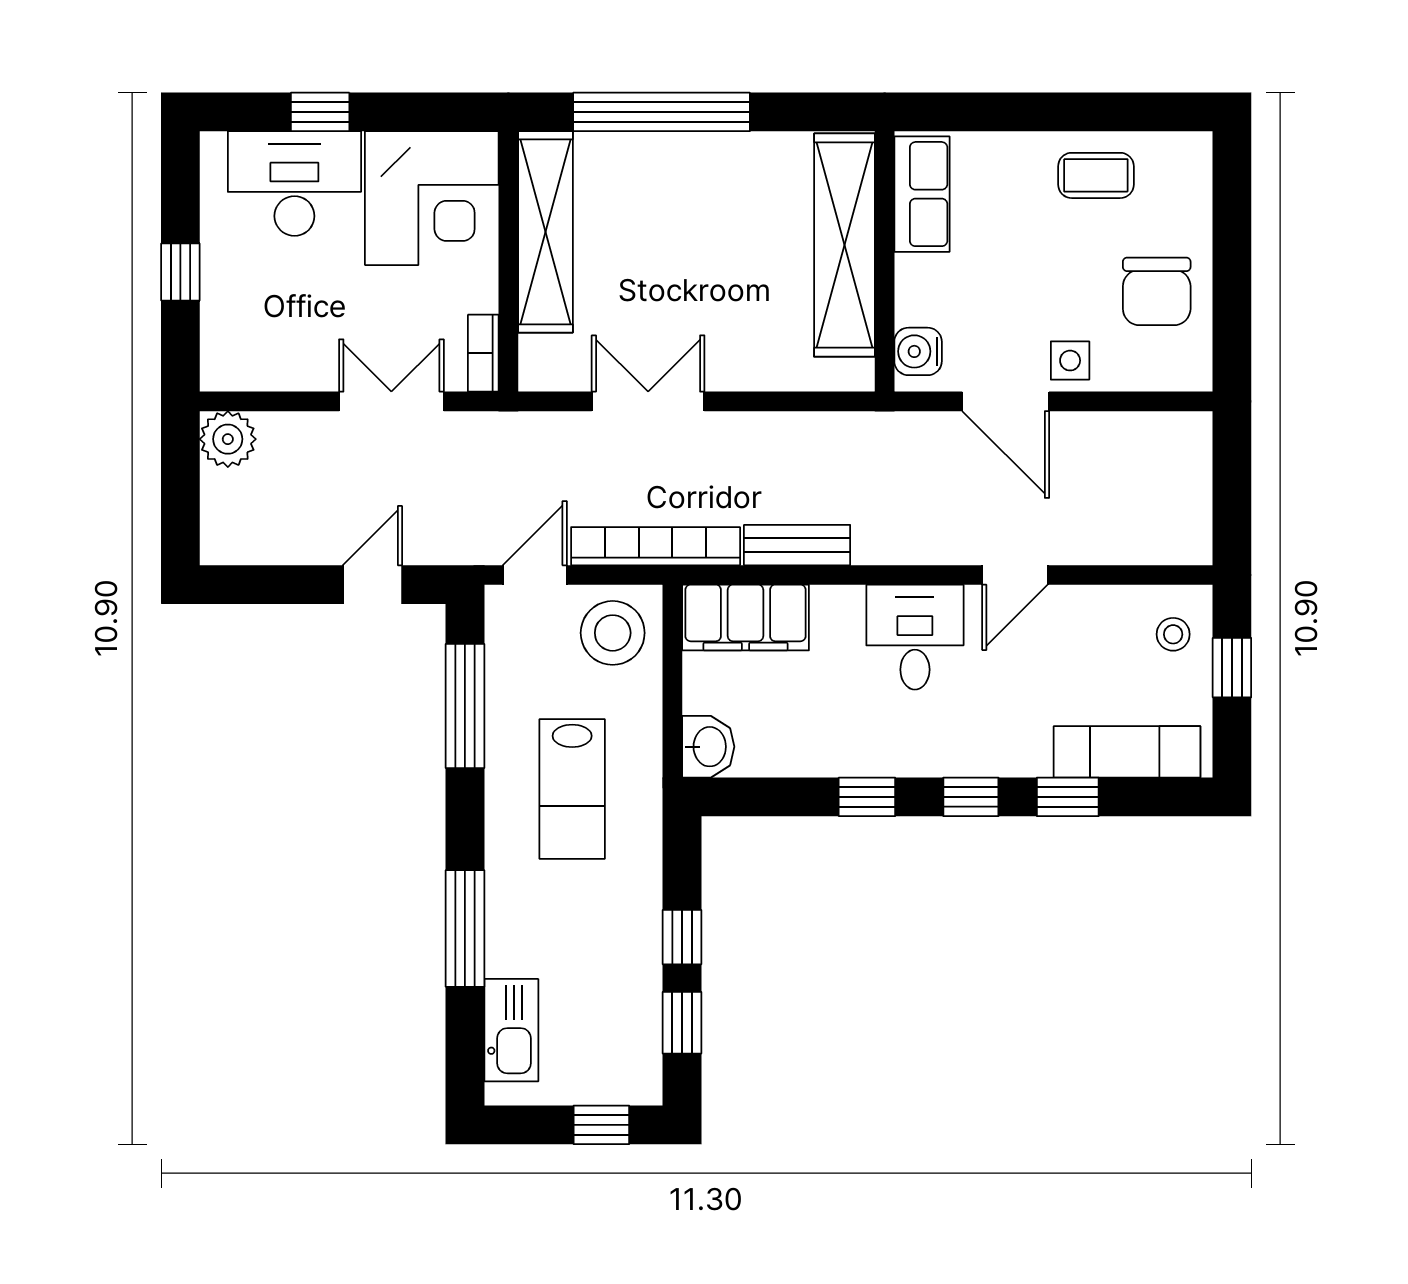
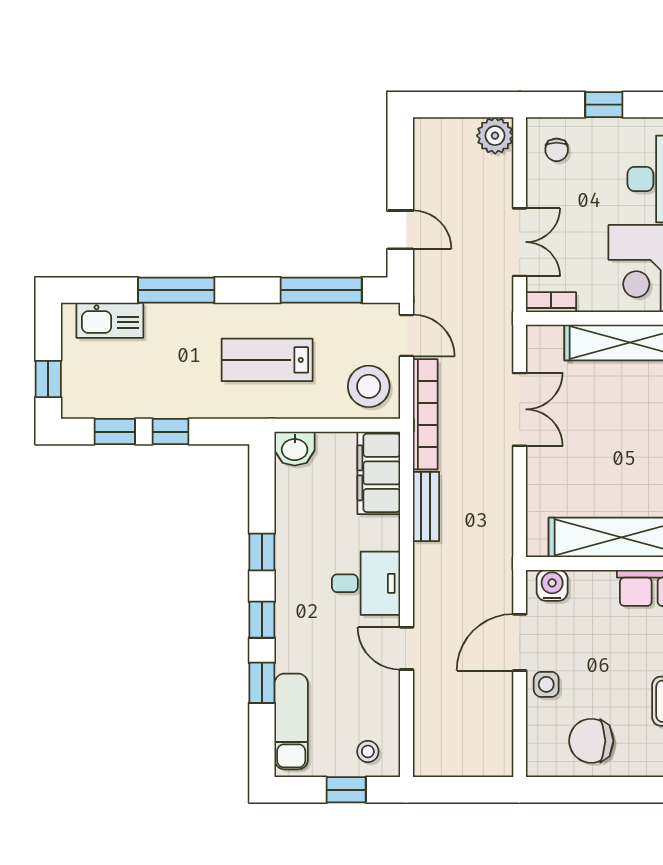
chair: (250, 345) -> (557, 150), added

